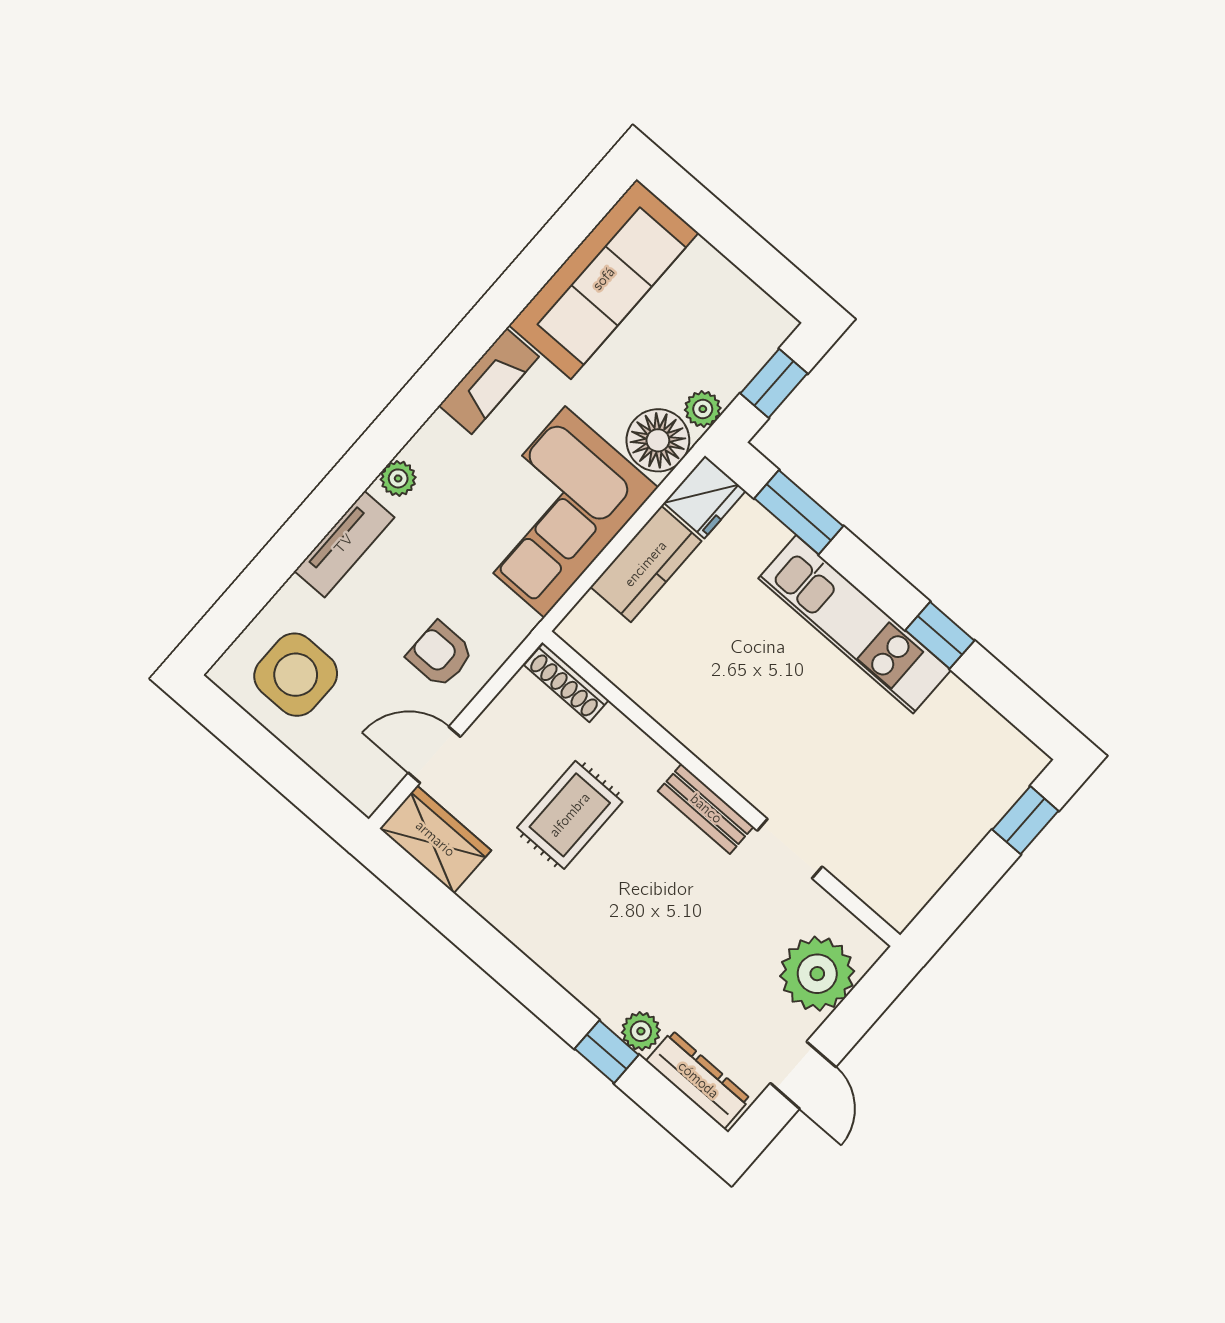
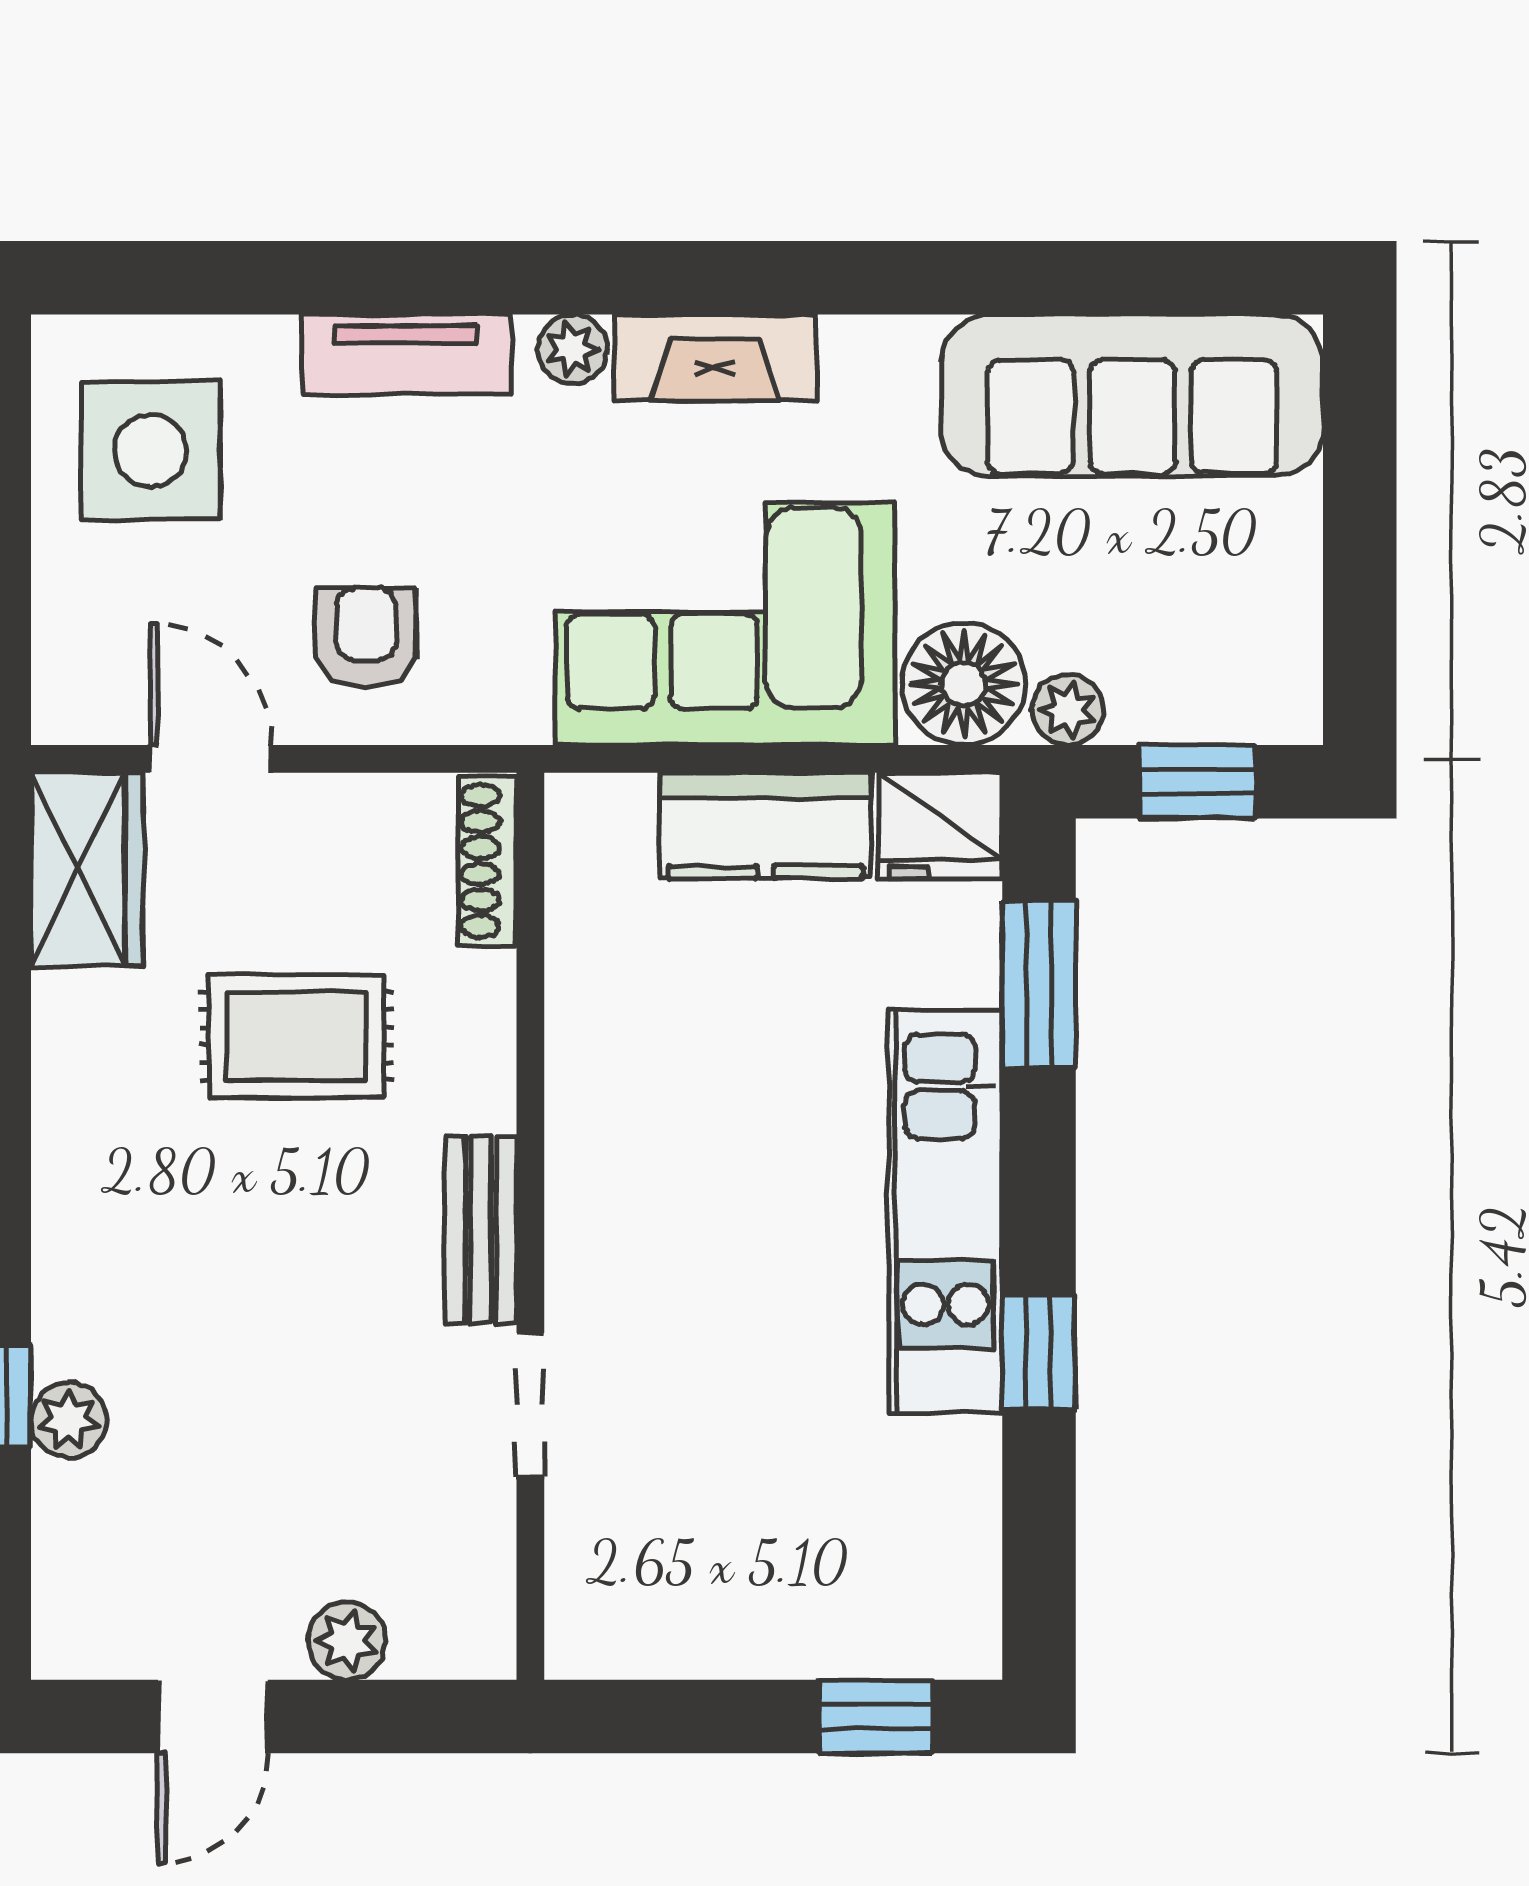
fireplace: (489, 381) -> (715, 357), moved
plant: (817, 974) -> (347, 1641), width x0.53, depth x0.53
dresser: (698, 1080) -> (71, 1567), removed

